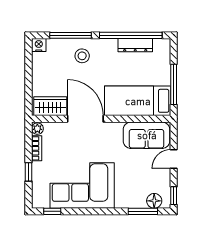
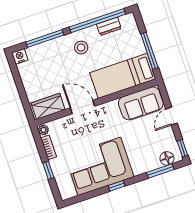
dresser: (135, 45) -> (109, 26), width x0.70
stool: (82, 56) -> (81, 48), moved
door: (85, 119) -> (82, 107), width x0.73
window: (52, 211) -> (117, 186), moved

